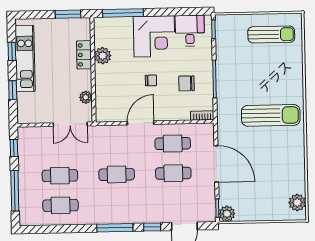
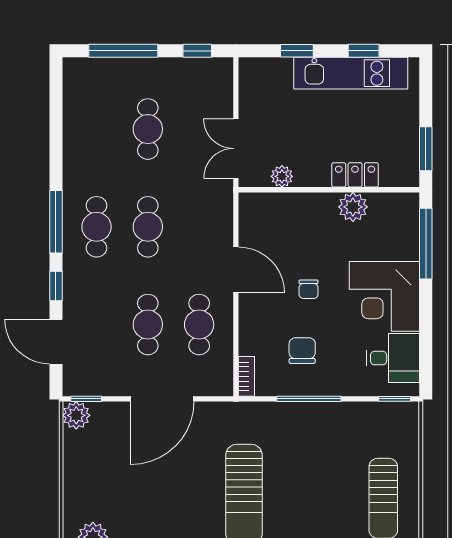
cafe table: (61, 205) -> (97, 227), moved

